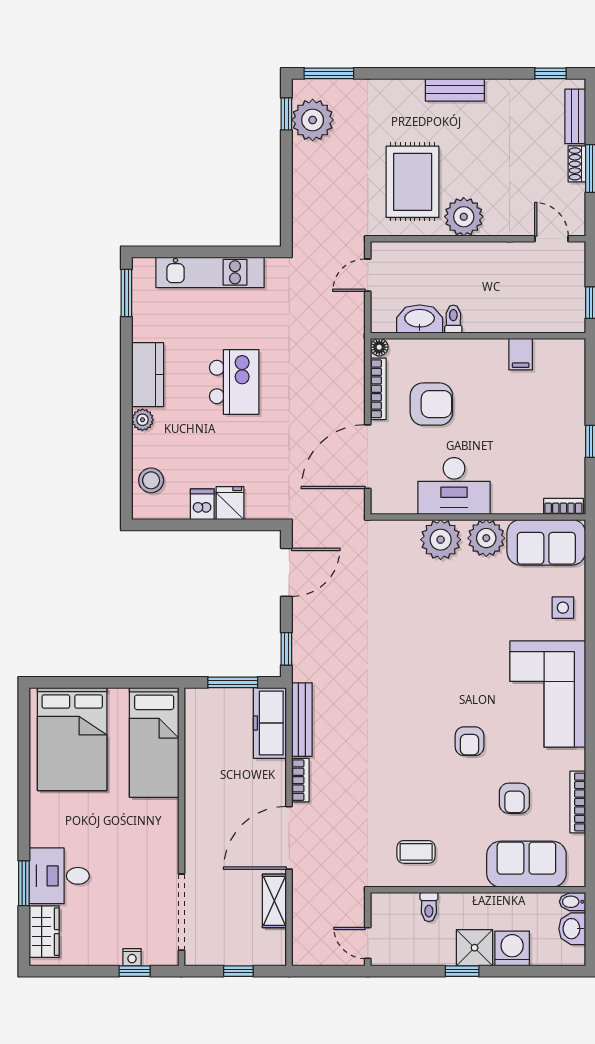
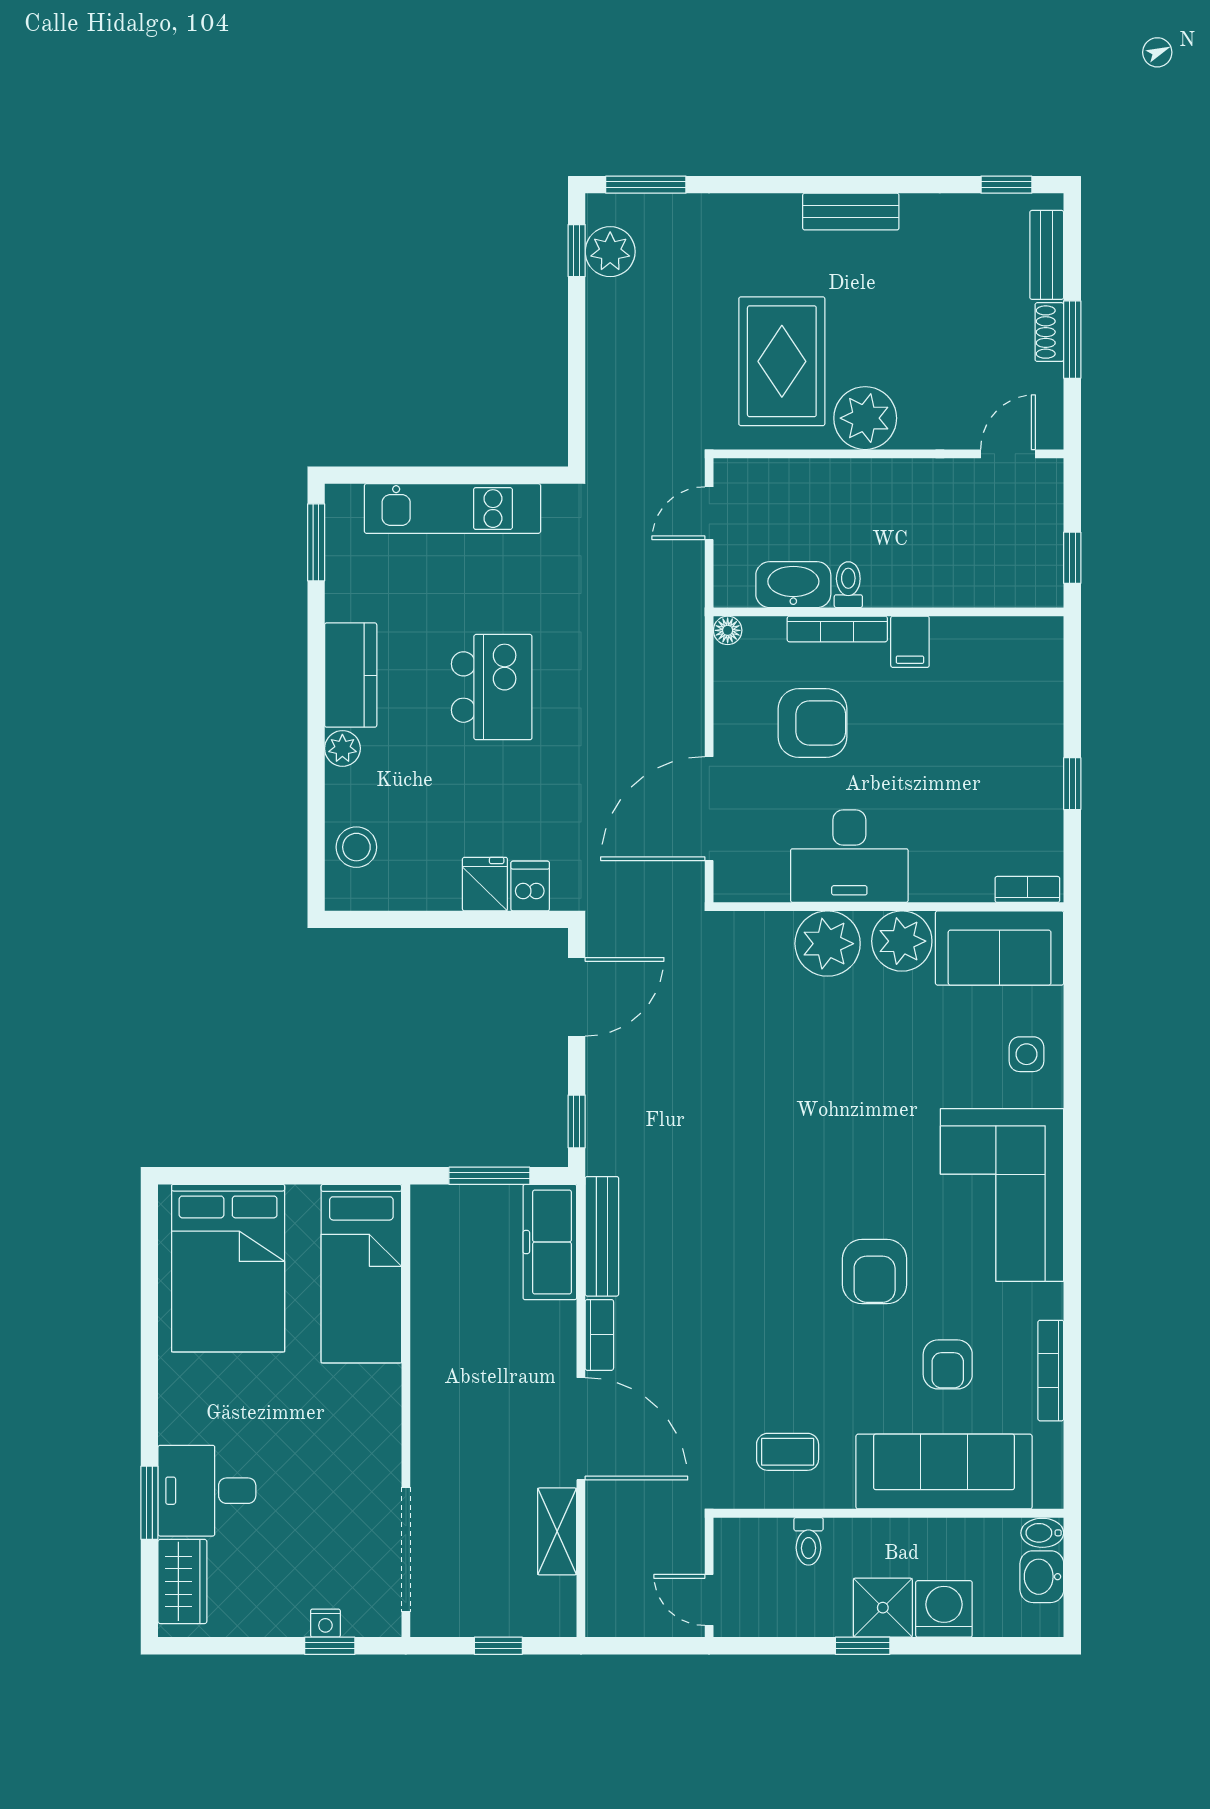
plant: (313, 120) -> (610, 252), width x0.73, depth x0.73
door: (551, 239) -> (1008, 454), hinge flipped
filing cabinet: (521, 354) -> (910, 642), moved
bookcase: (378, 389) -> (837, 629), moved, turned 90
dishwasher: (202, 504) -> (530, 886), moved
armchair: (469, 741) -> (875, 1272), width x1.38, depth x1.38
door: (289, 838) -> (581, 1429), swing flipped
sofa: (526, 864) -> (944, 1472), width x1.36

